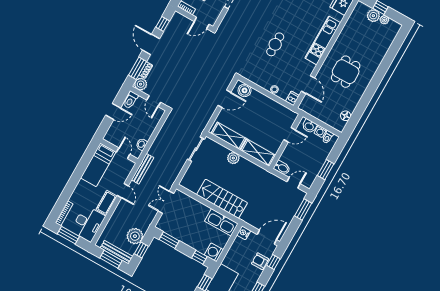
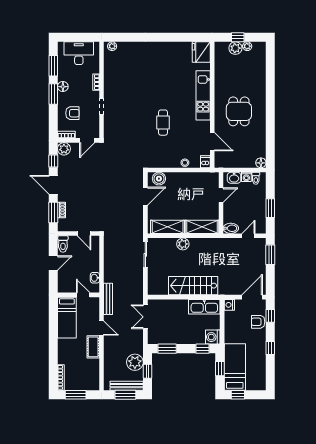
plant: (141, 84) -> (64, 149), moved
floor lamp: (346, 116) -> (261, 163), moved
desk: (88, 224) -> (87, 375), removed

